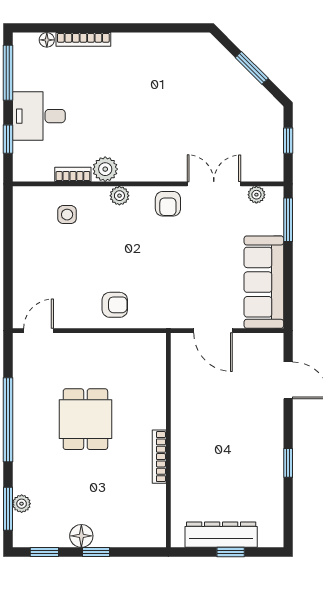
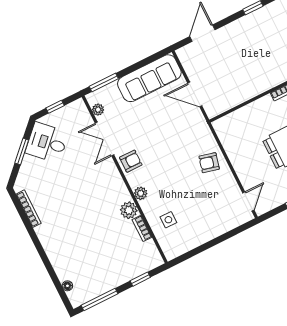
bookcase: (83, 39) -> (29, 209), moved
desk: (39, 116) -> (47, 143), moved, turned 135
armchair: (115, 305) -> (209, 163), turned -76
door: (39, 331) -> (248, 201), swing flipped
door: (213, 331) -> (195, 94), swing flipped

